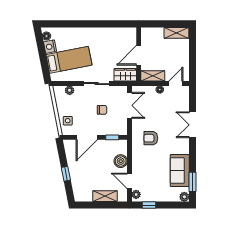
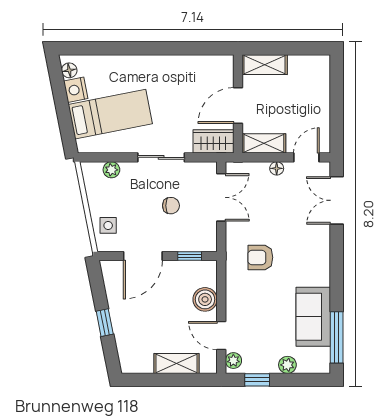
shelving: (176, 33) -> (265, 65), moved
double door: (192, 125) -> (337, 200), moved
window: (192, 182) -> (337, 337), width x1.44
plant: (184, 197) -> (287, 365), moved

